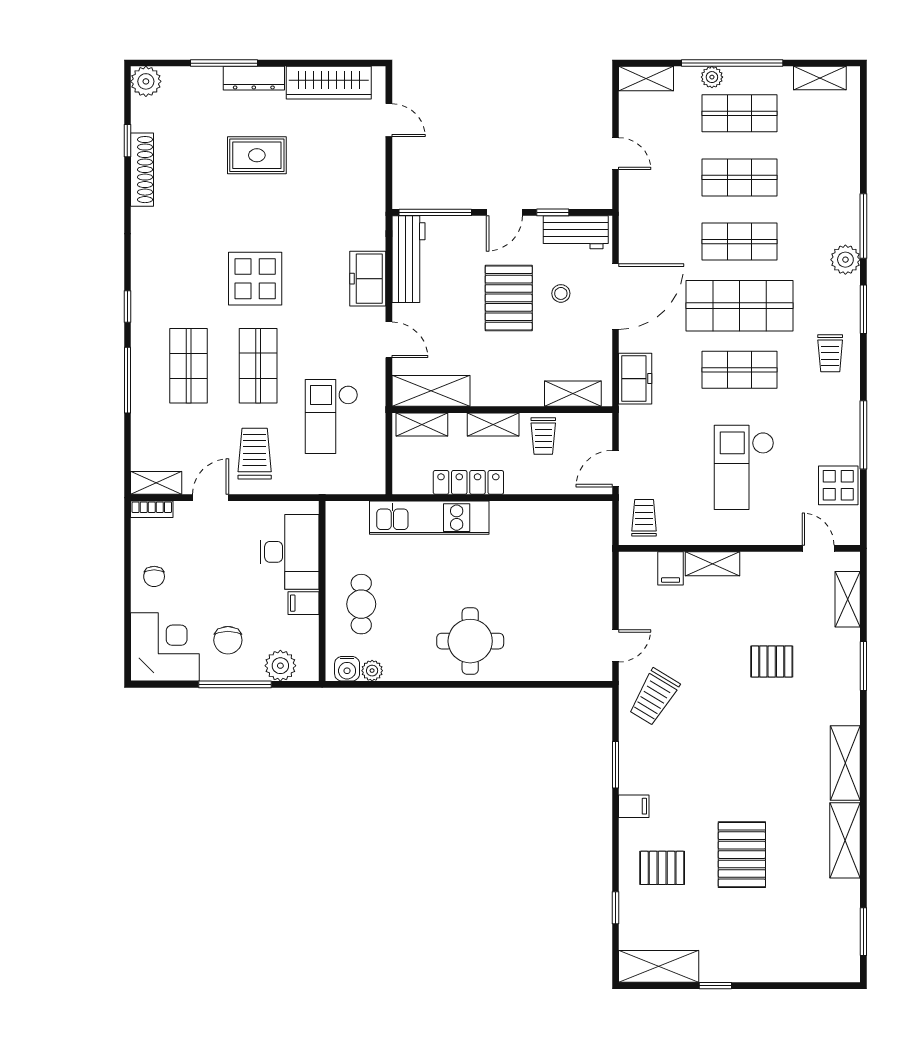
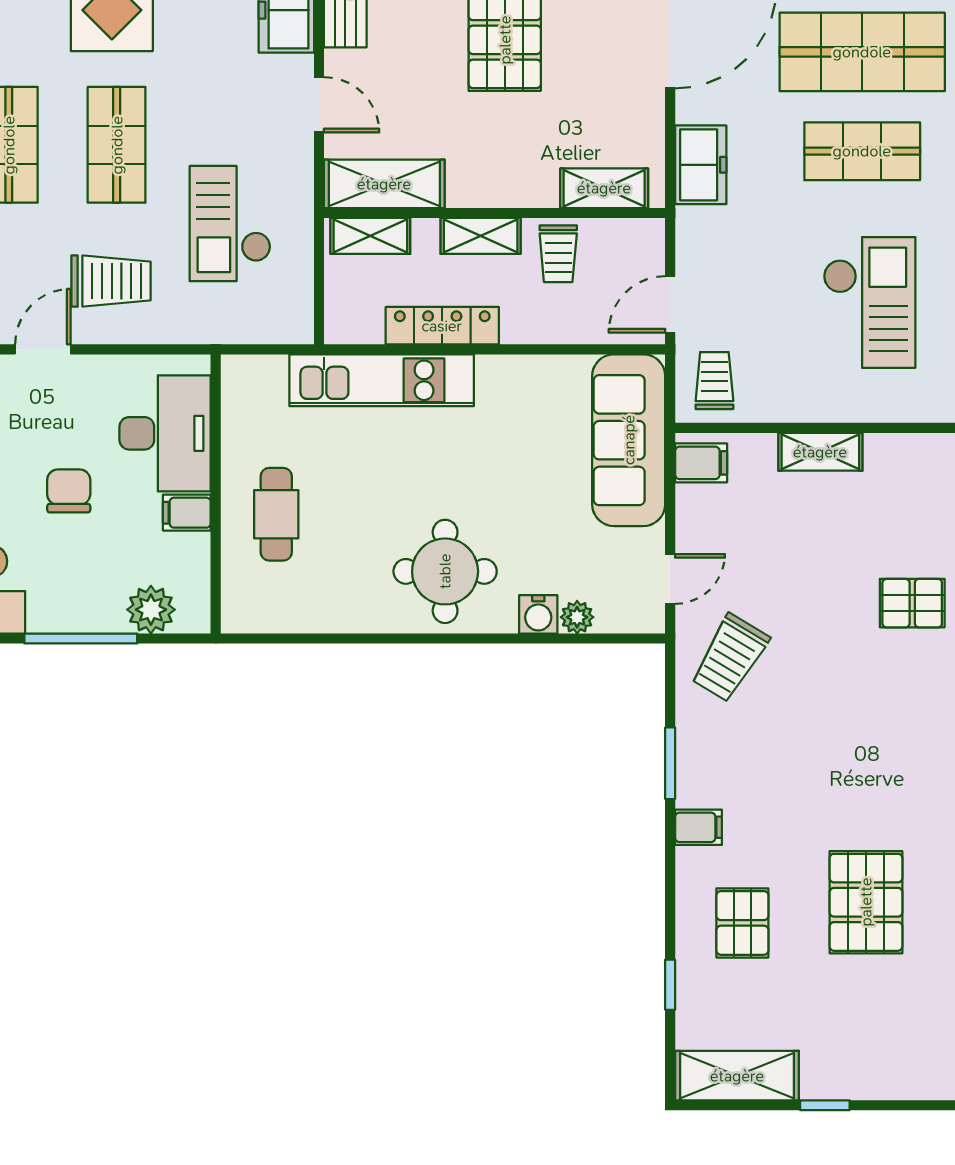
stool: (561, 293) -> (585, 33), removed
trolley: (255, 454) -> (111, 281), turned 90
checkout: (744, 467) -> (869, 302), turned 180
sofa: (589, 556) -> (629, 440), added
filing cabinet: (671, 568) -> (701, 463), moved, turned -90
chair: (228, 640) -> (69, 491), moved, turned 180
water cooler: (347, 669) -> (538, 614), moved
plant: (372, 671) -> (577, 617), moved
pallet: (662, 868) -> (742, 923), turned 90

